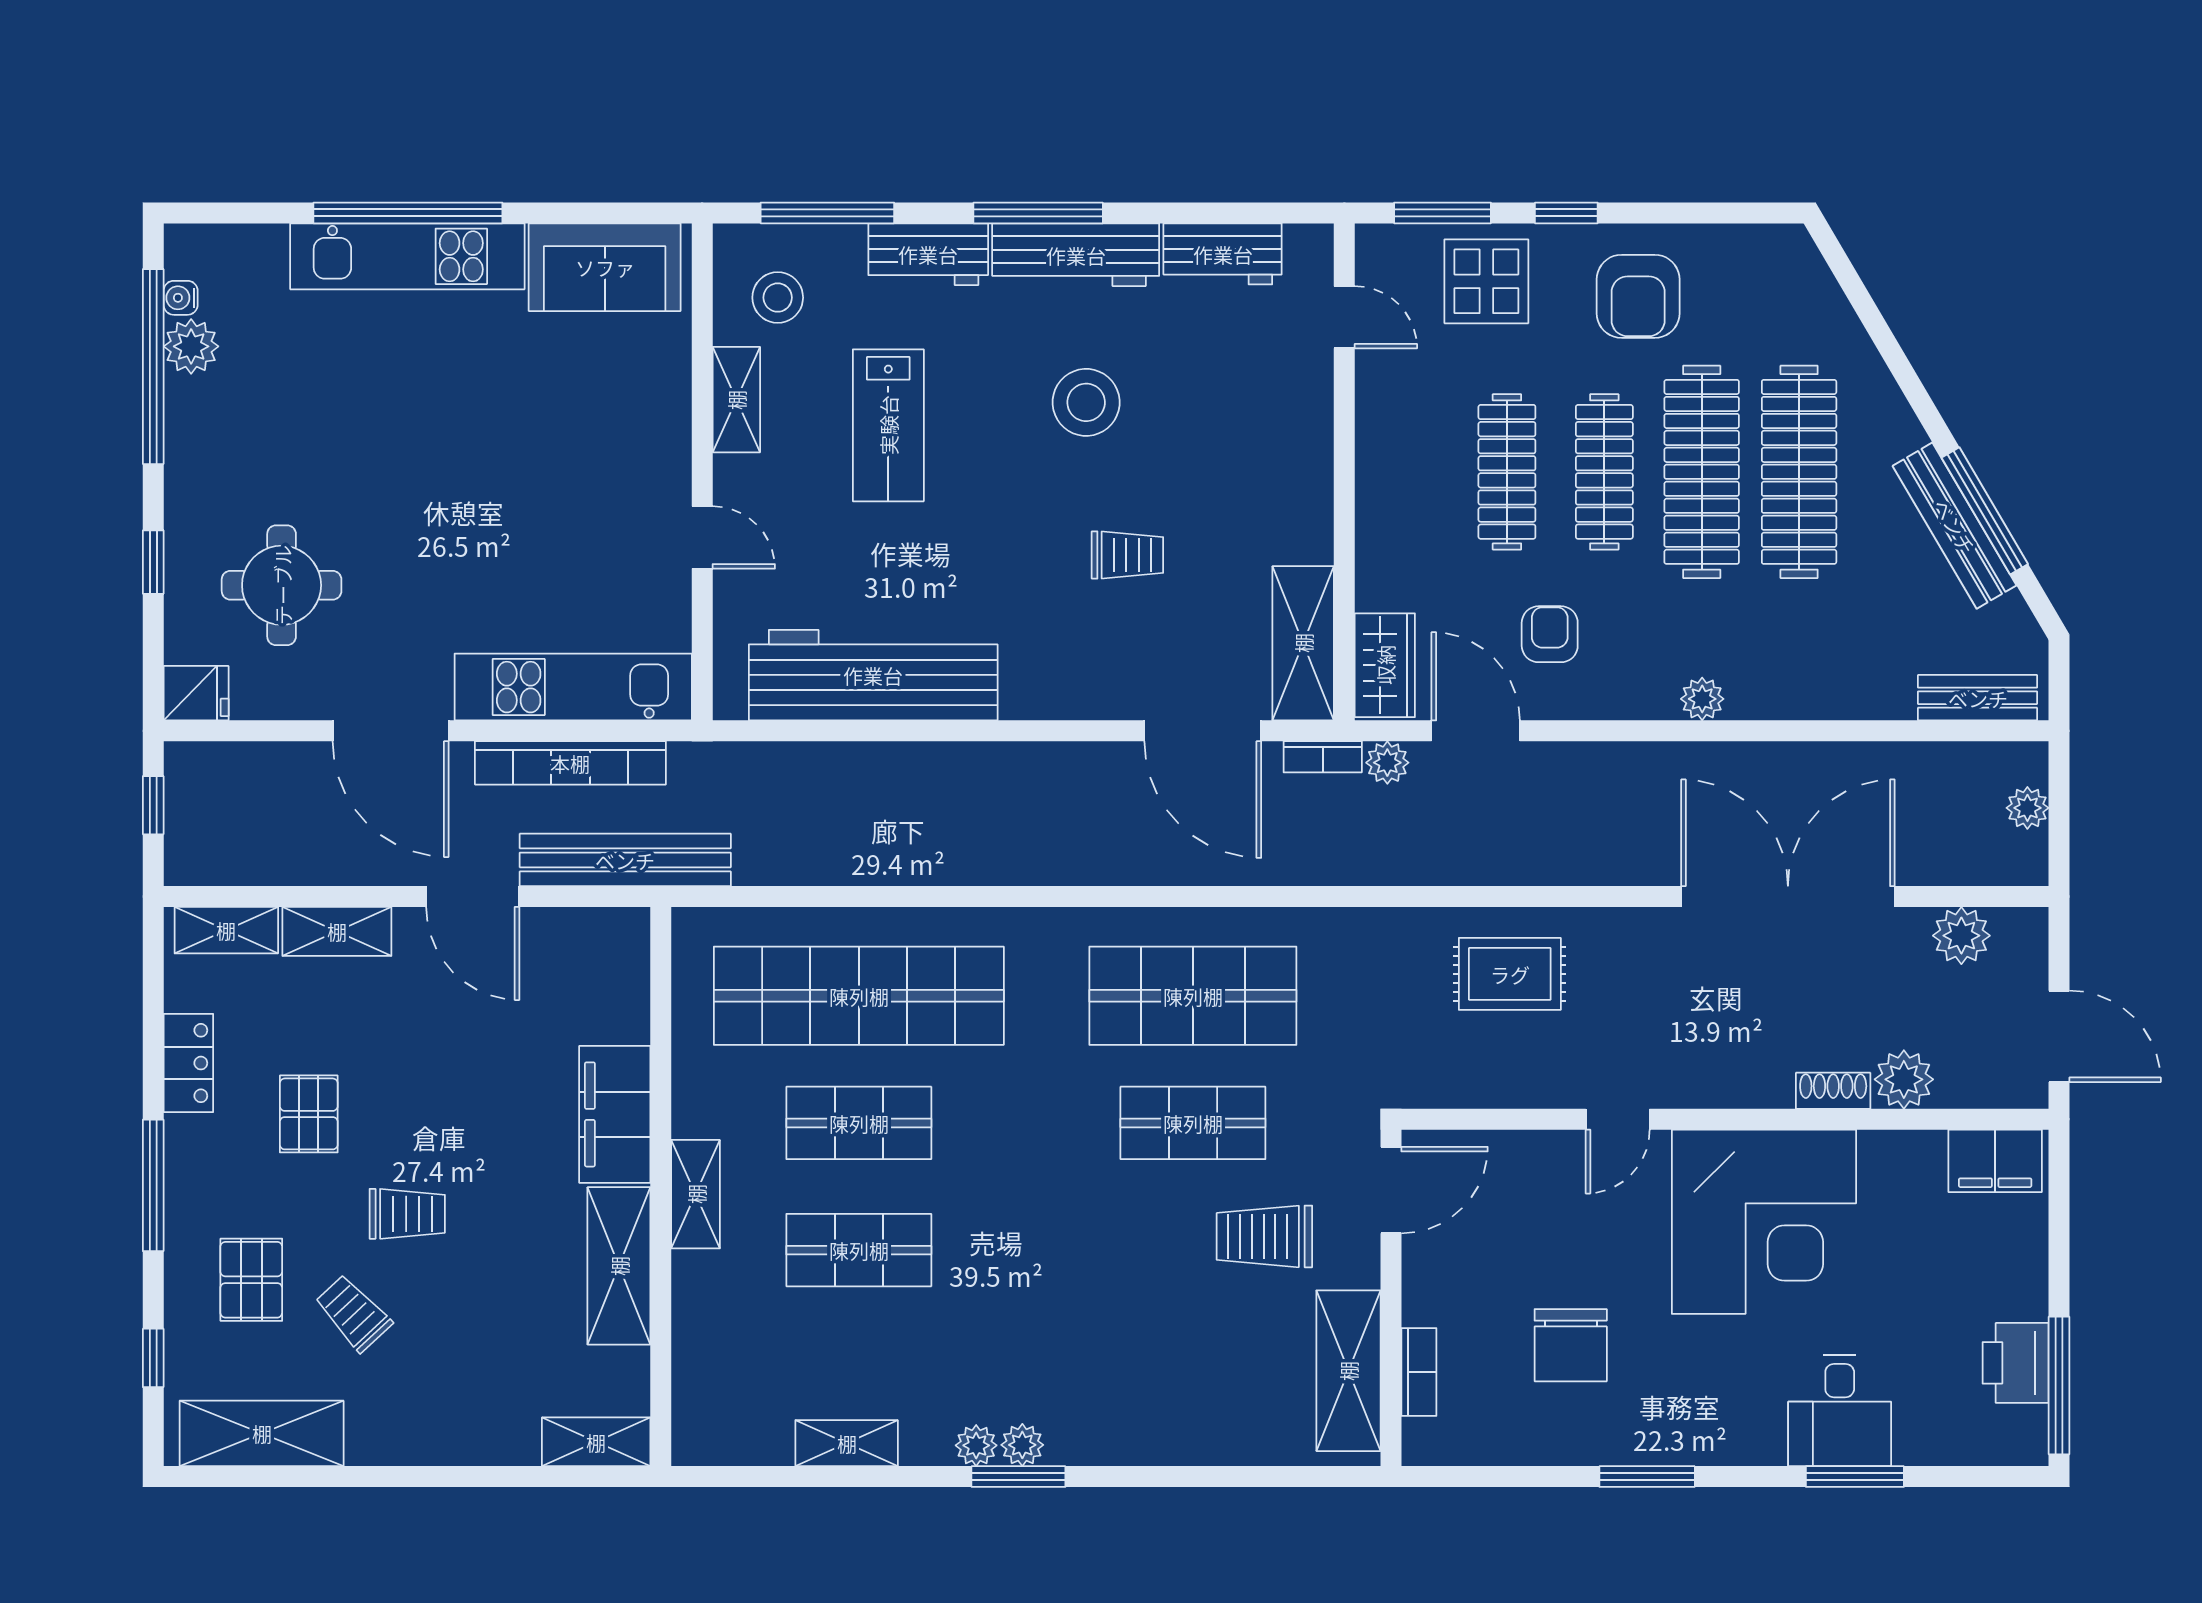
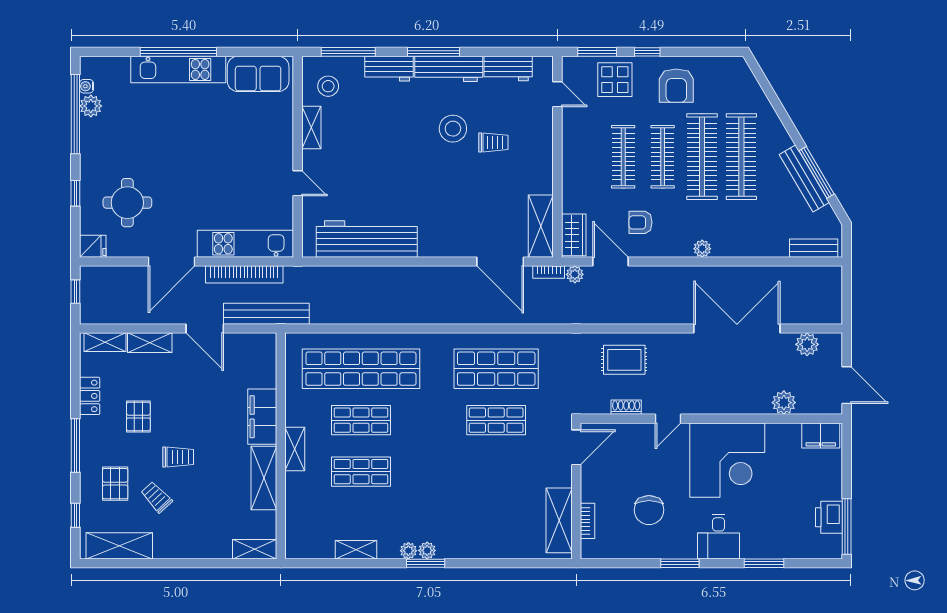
lab bench: (888, 425) -> (373, 138), removed
trolley: (1127, 555) -> (493, 142), moved
armchair: (1550, 634) -> (641, 222), turned -90
door: (391, 731) -> (171, 261), hinge flipped
plant: (2027, 808) -> (834, 293), removed
shoe rack: (1833, 1091) -> (626, 407), moved
trolley: (1264, 1236) -> (525, 466), removed
desk: (1840, 1411) -> (718, 537), moved

